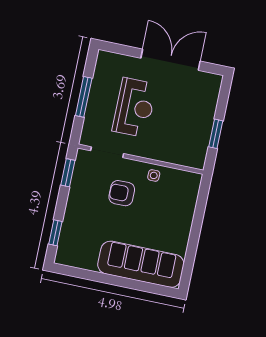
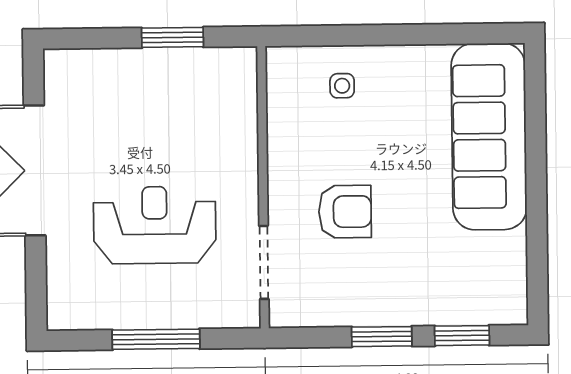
window: (68, 173) -> (382, 337), moved
side table: (154, 175) -> (342, 86), moved
armchair: (122, 193) -> (345, 212), turned -90

